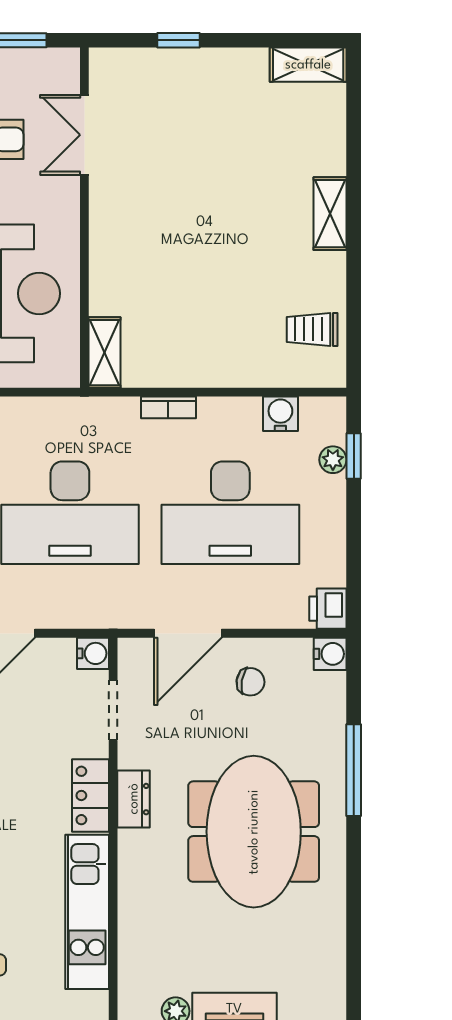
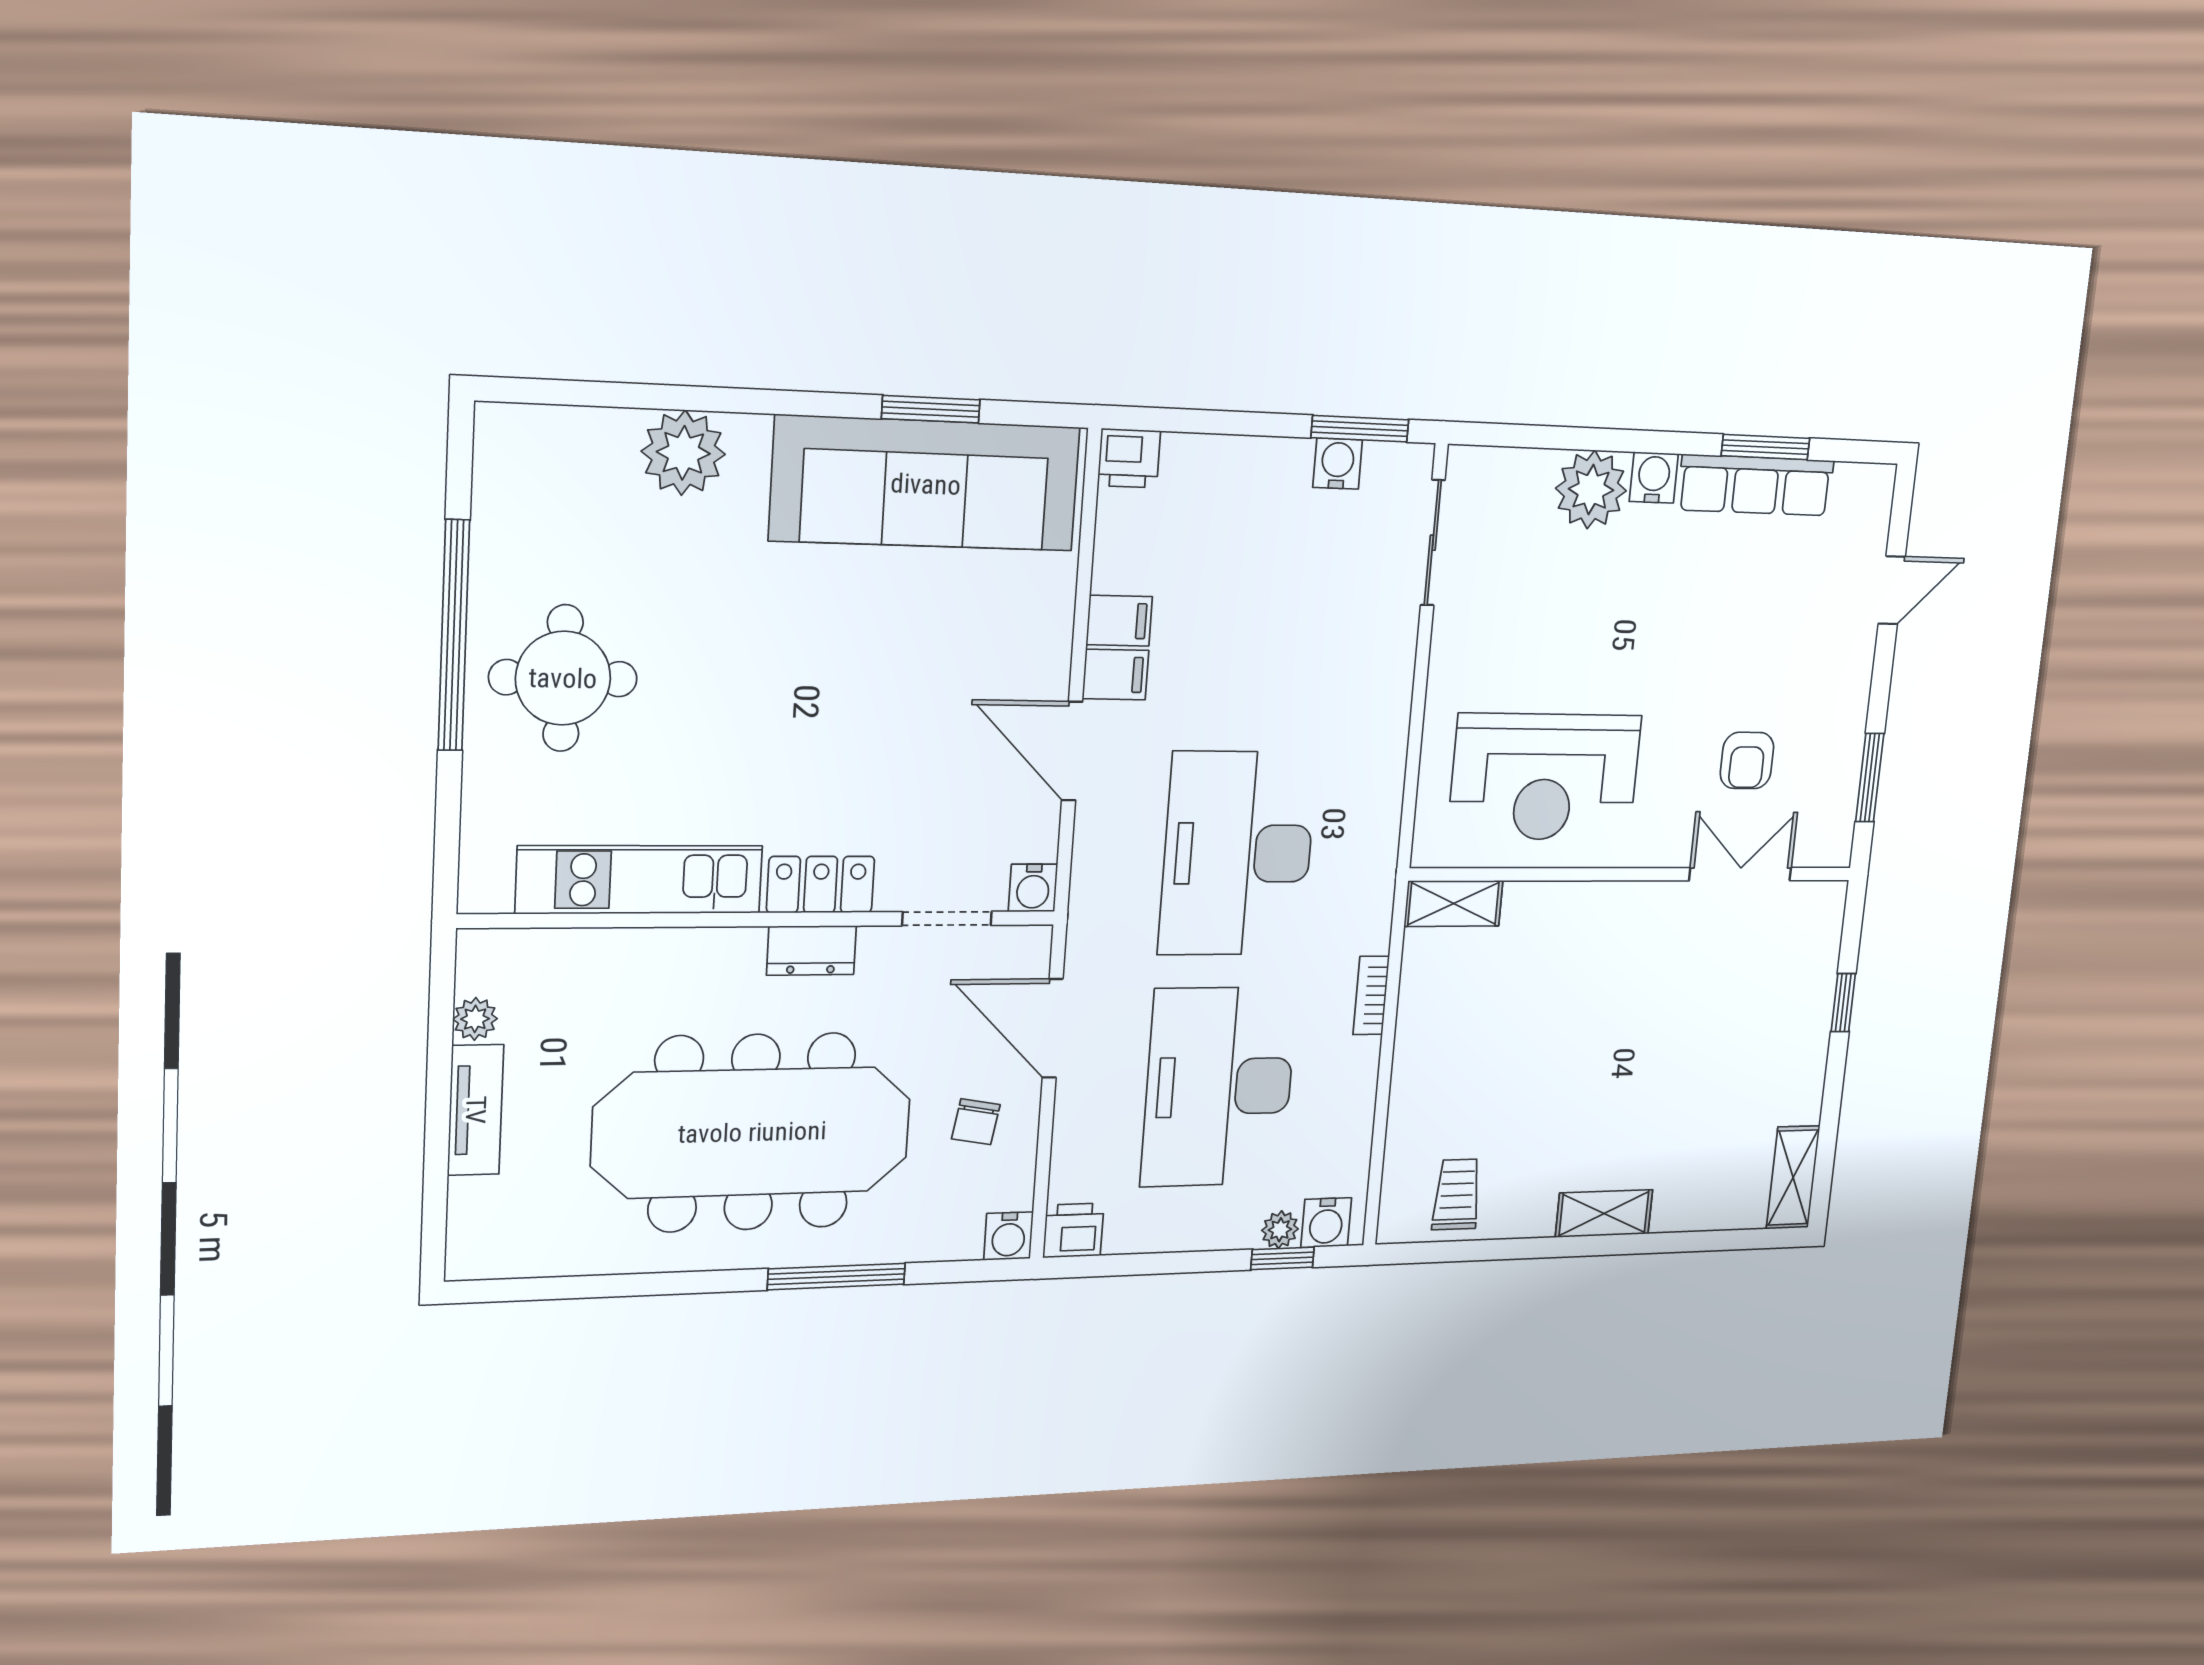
water cooler: (280, 414) -> (1326, 1223), moved, turned 90
meeting table: (254, 832) -> (752, 1132), width x1.36

